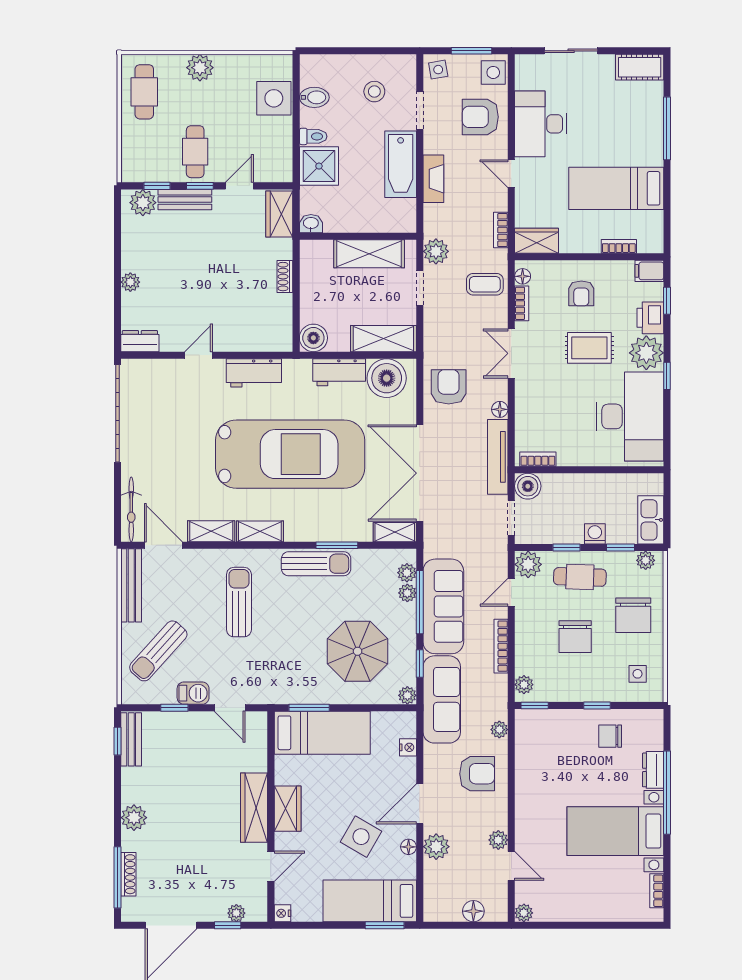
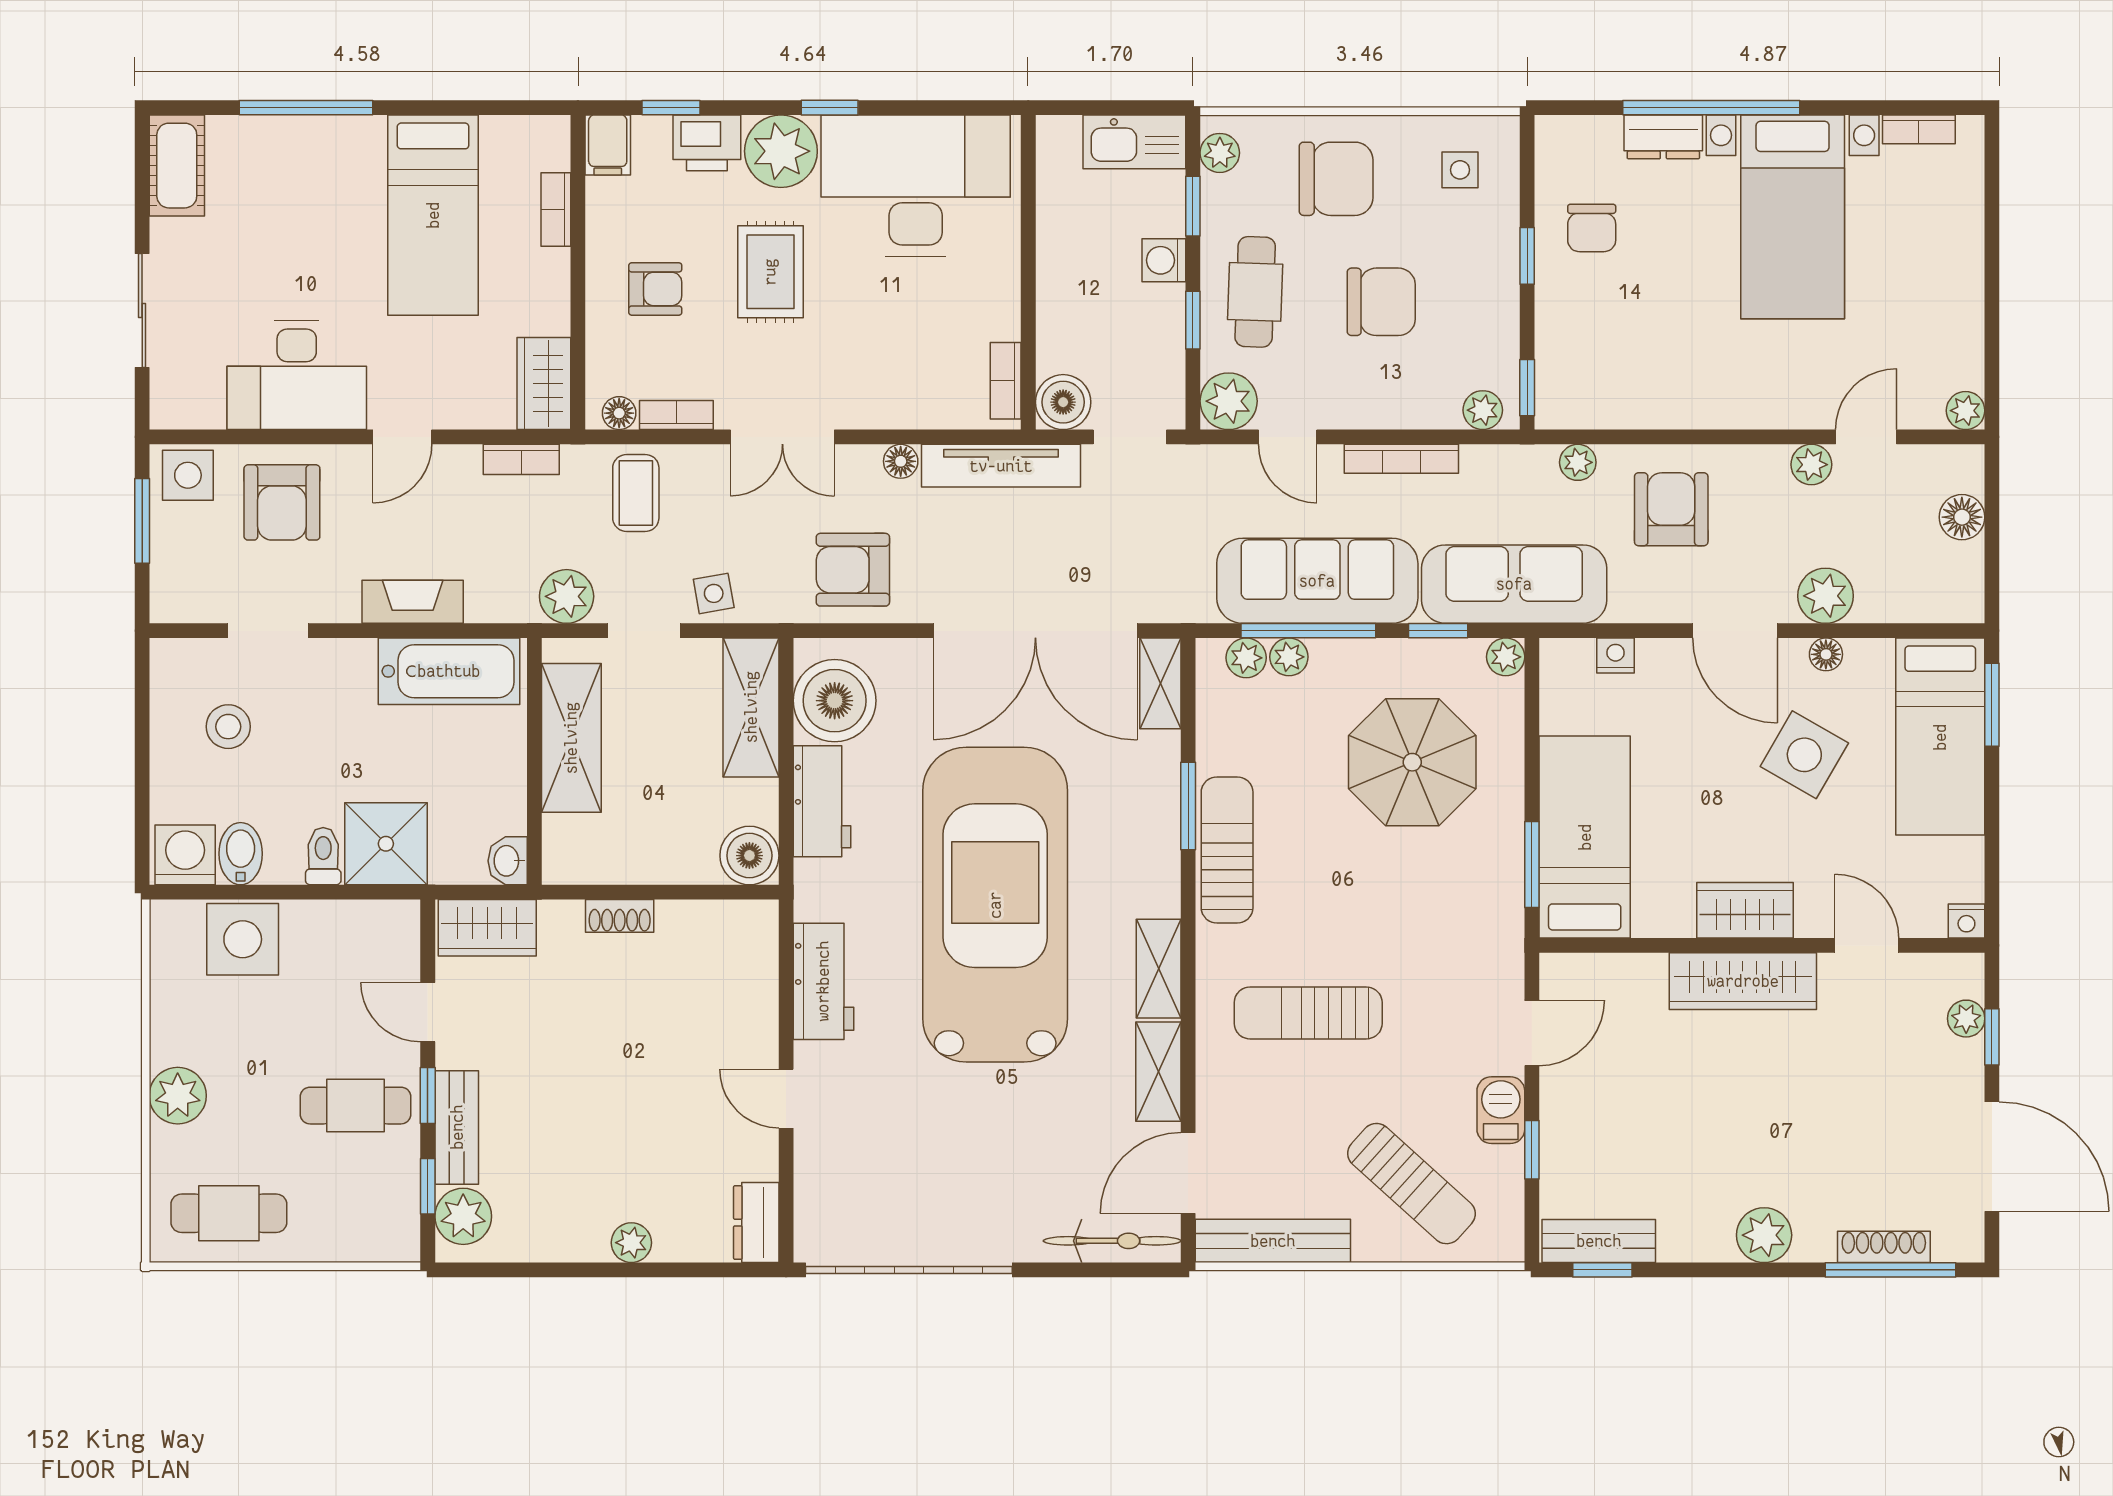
side table: (438, 70) -> (714, 593), moved
washing machine: (314, 71) -> (185, 855), added
bathtub: (401, 164) -> (449, 671), moved

